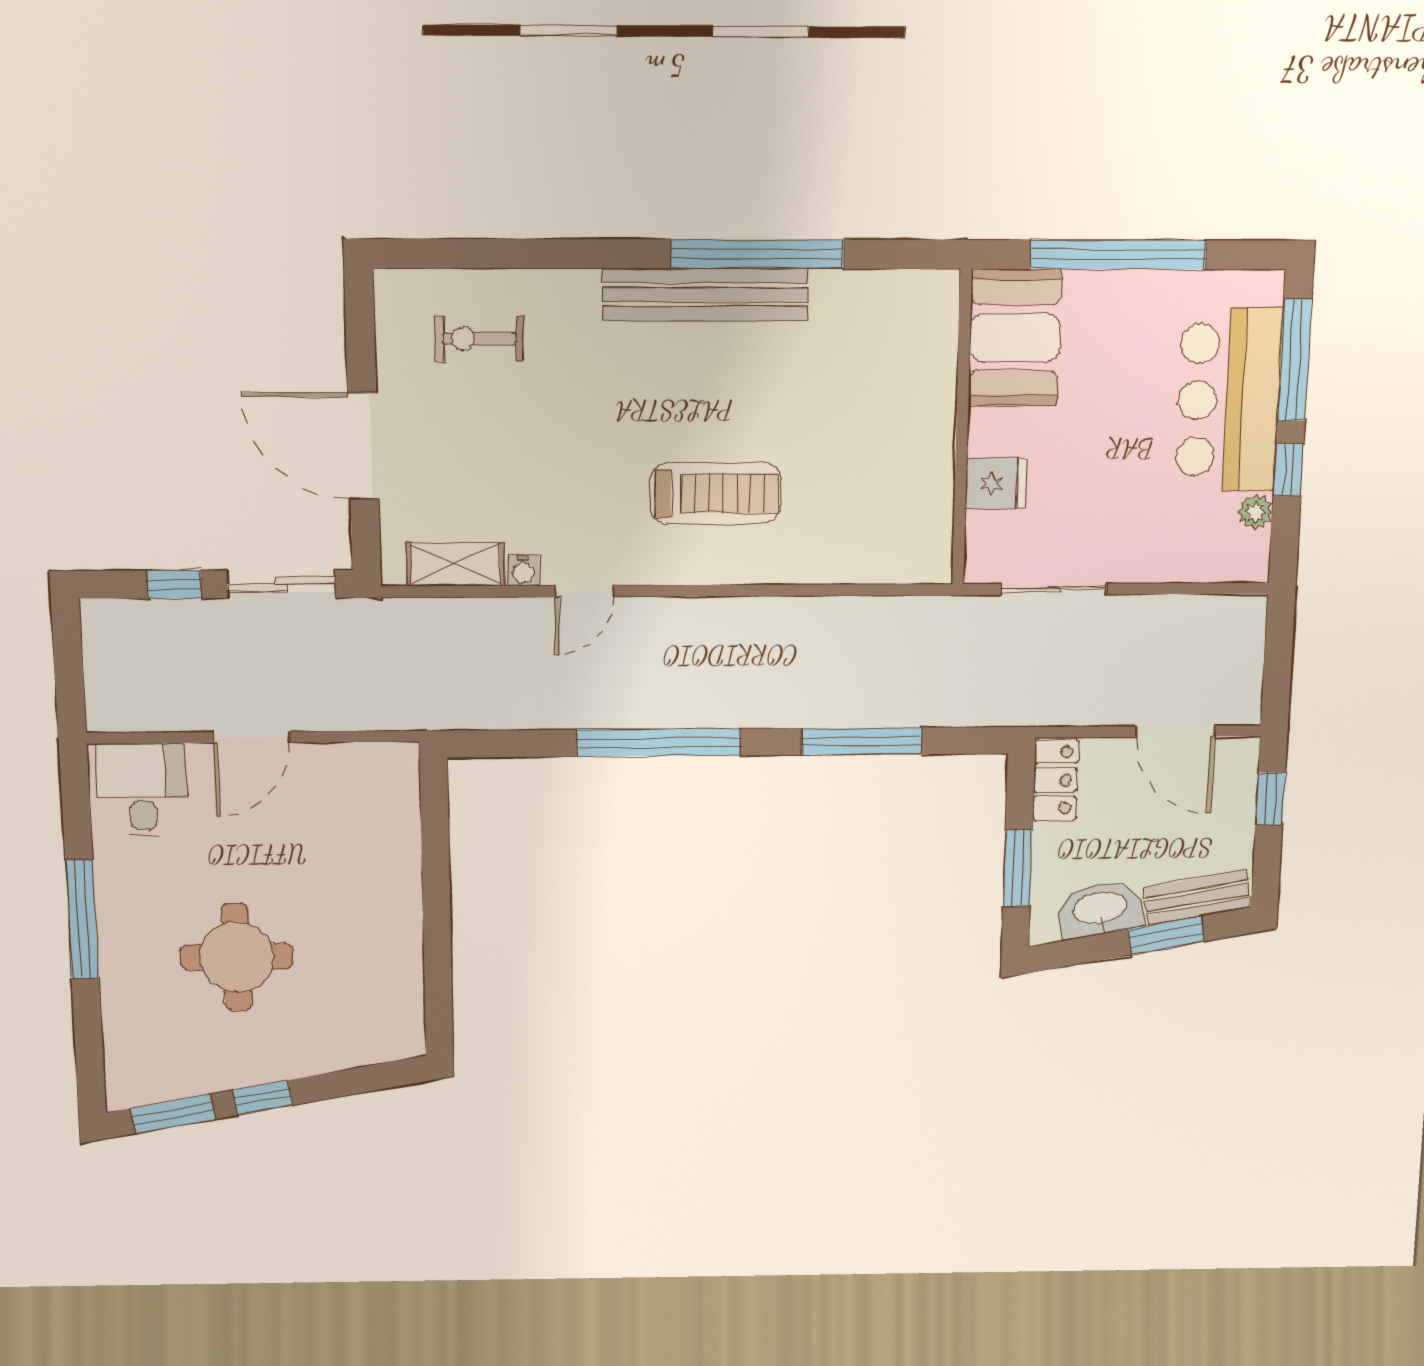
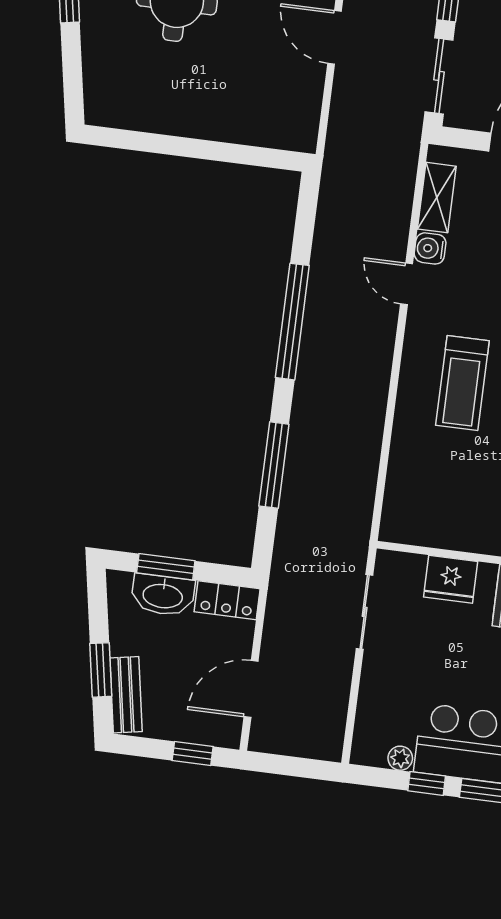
fridge: (996, 483) -> (451, 579), width x1.38
water cooler: (523, 570) -> (430, 248), width x1.38, depth x1.38
washbasin: (1100, 909) -> (163, 595), moved, turned 100

